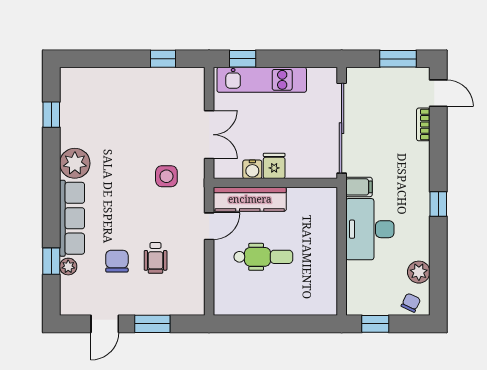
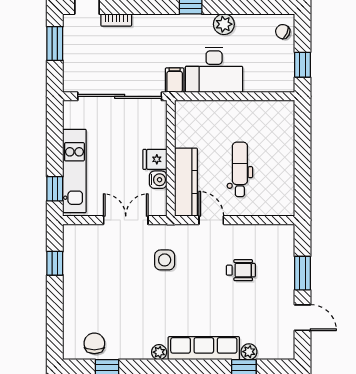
plant: (75, 163) -> (159, 352), width x0.53, depth x0.53
chair: (117, 261) -> (94, 343), moved, turned 90
plant: (419, 272) -> (224, 24), moved

